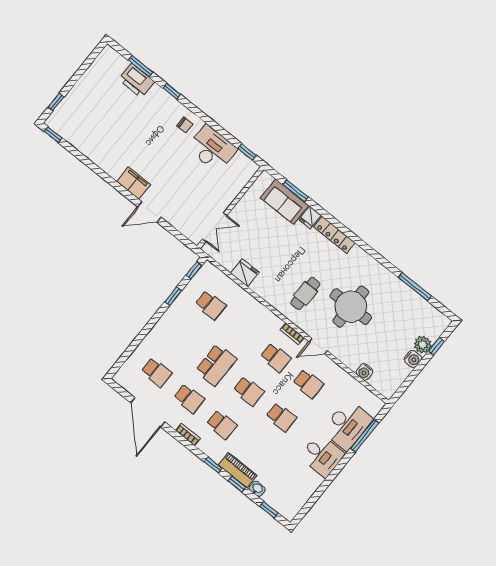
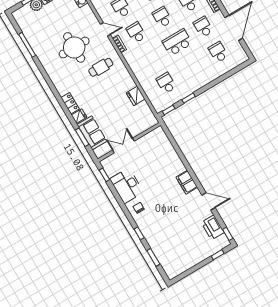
printer: (137, 81) -> (213, 227), moved, turned 180
door: (149, 212) -> (208, 201), moved
double door: (215, 227) -> (123, 146), moved
locker: (334, 235) -> (70, 103), width x0.66

